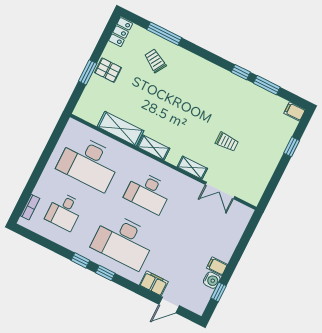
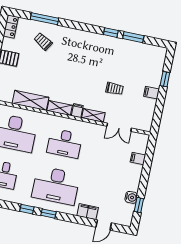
filing cabinet: (295, 111) -> (151, 93), moved
filing cabinet: (174, 156) -> (77, 111), added
filing cabinet: (217, 266) -> (138, 158), moved

